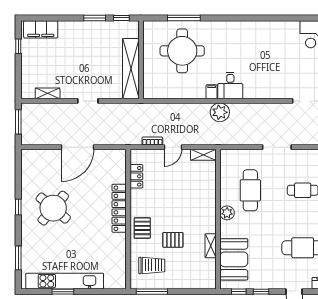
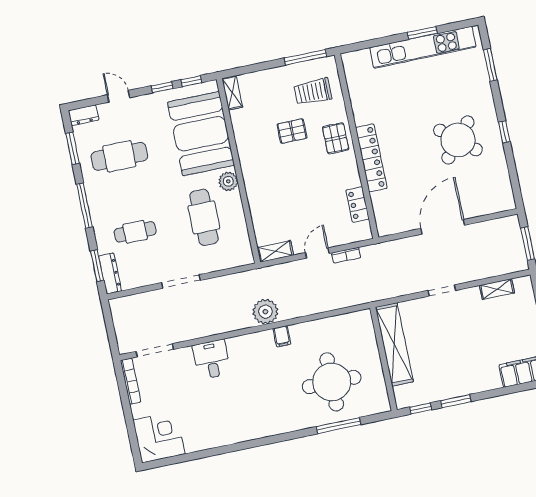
desk: (230, 86) -> (212, 359), moved
shelving: (211, 246) -> (232, 93), moved
booth: (234, 259) -> (201, 134), width x1.36, depth x1.42

